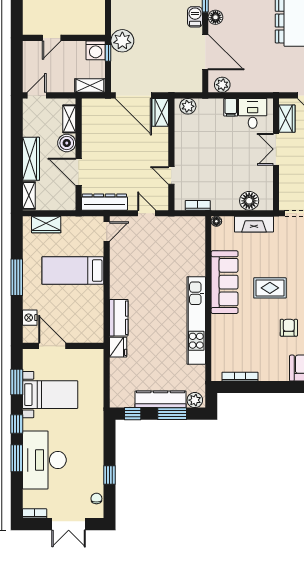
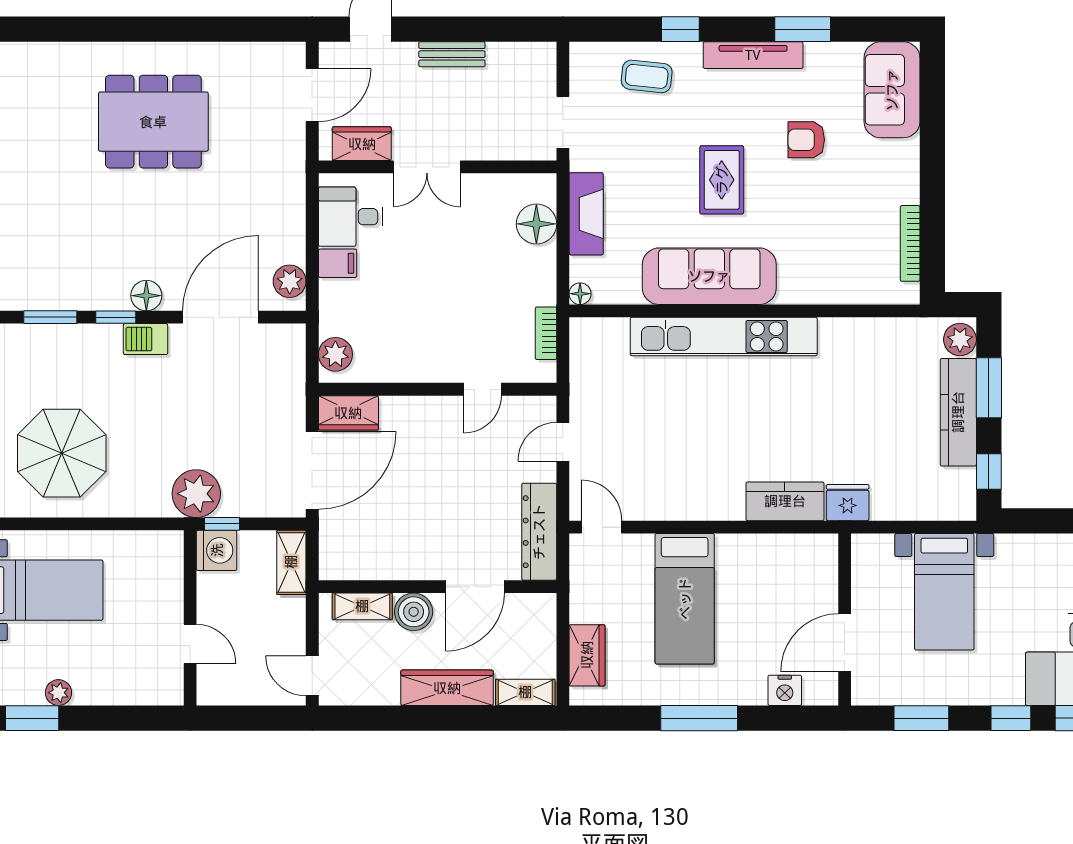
kitchen unit: (196, 320) -> (724, 337), moved
bed with nightstands: (50, 395) -> (944, 592), moved, turned 180

